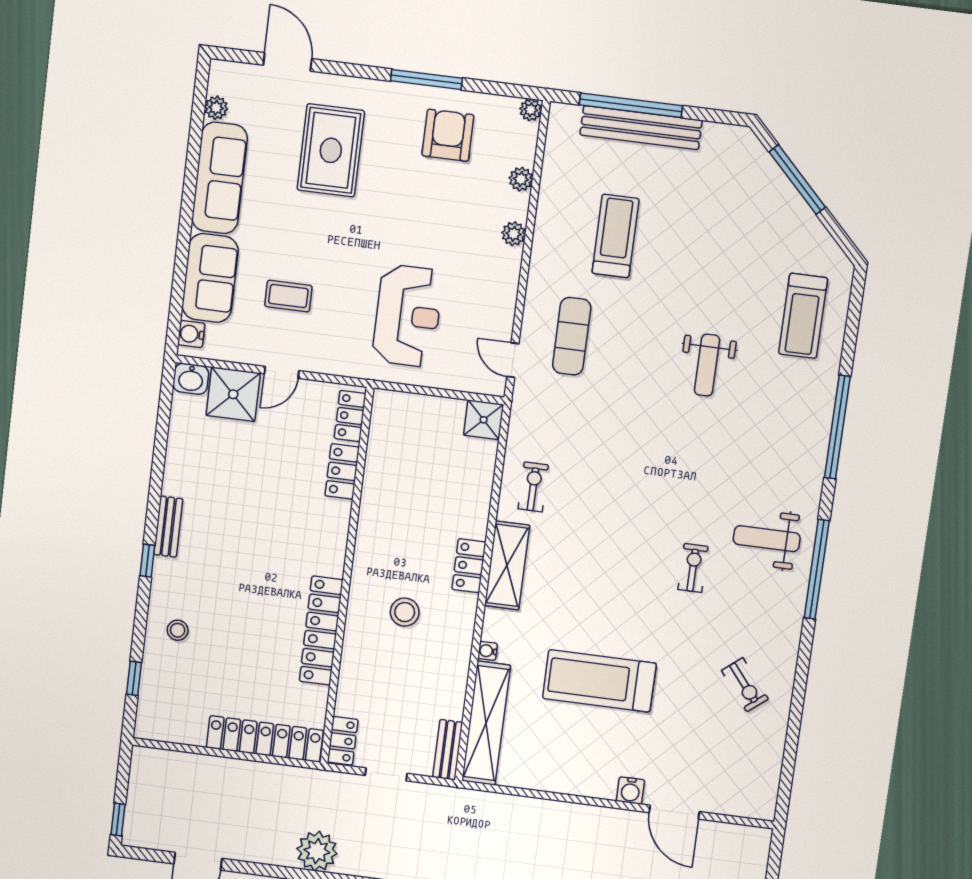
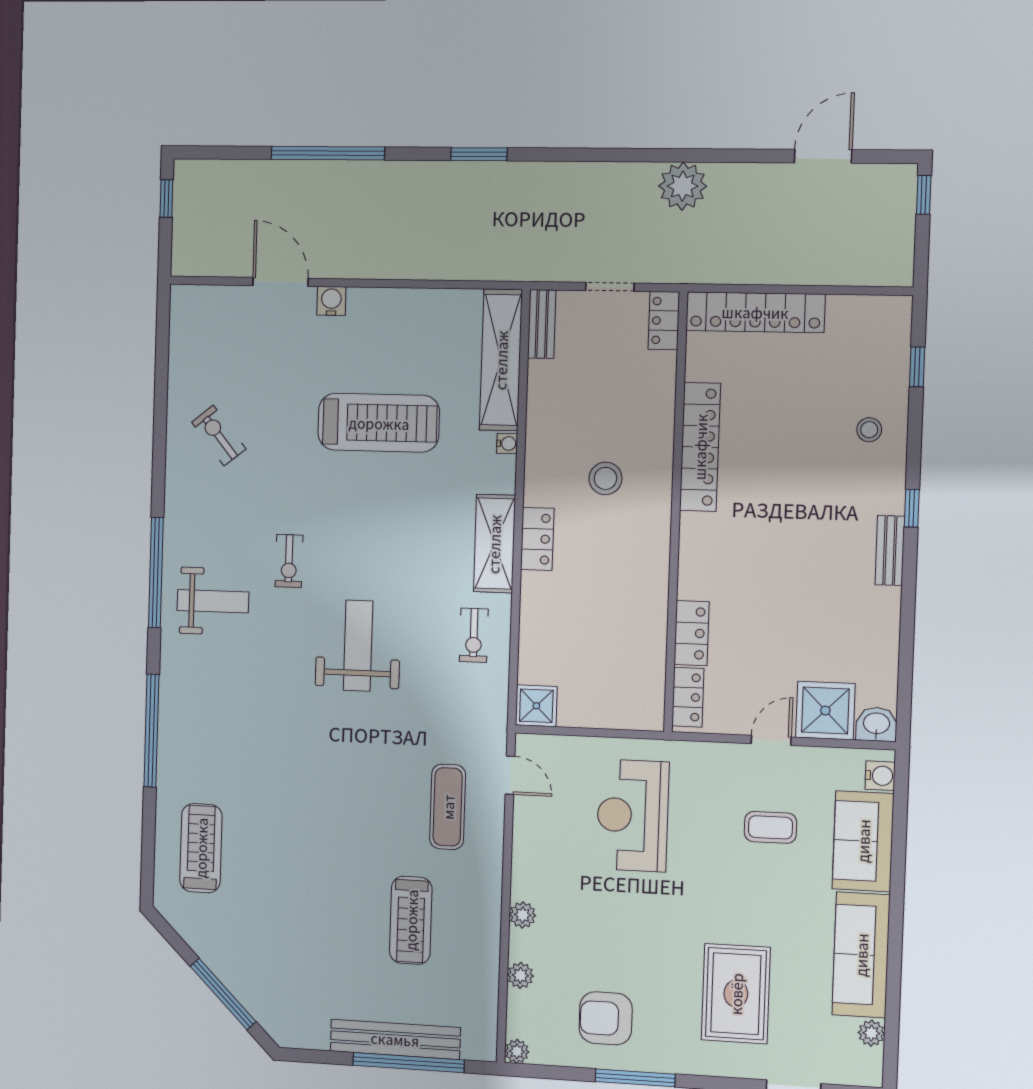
armchair: (448, 135) -> (606, 1018), turned 90
weight bench: (707, 365) -> (358, 646), moved, width x1.36, depth x1.33

